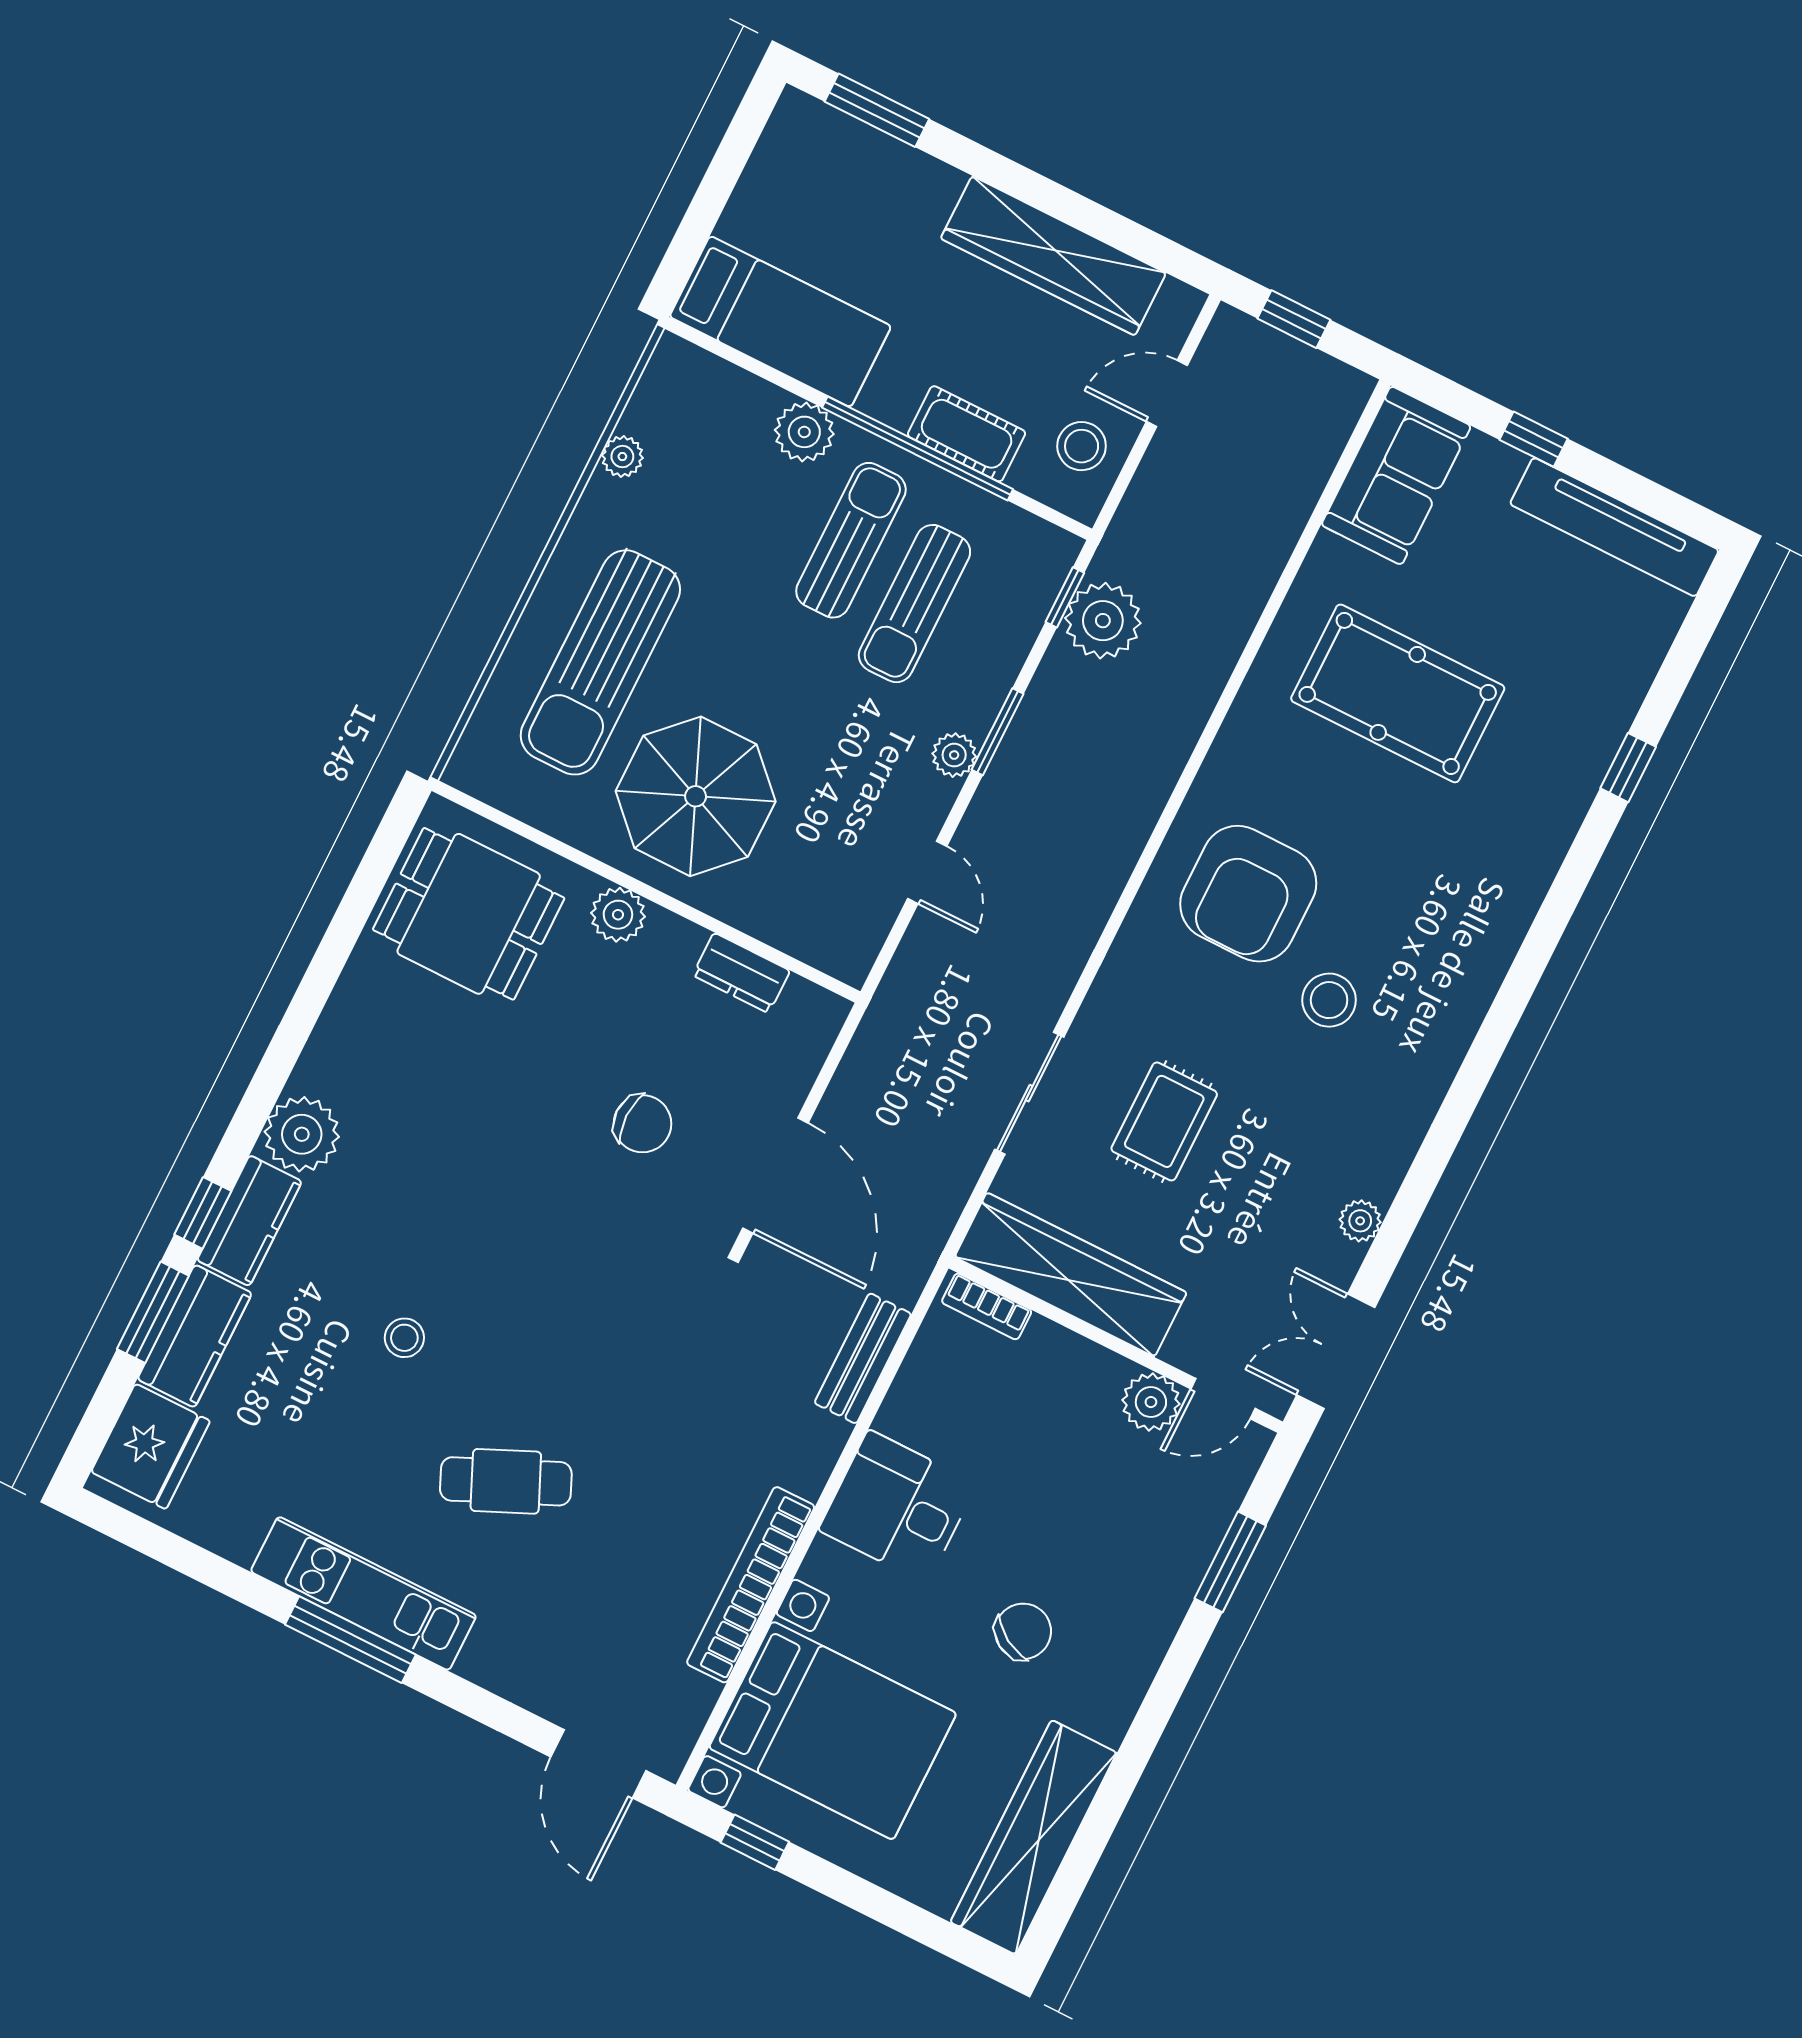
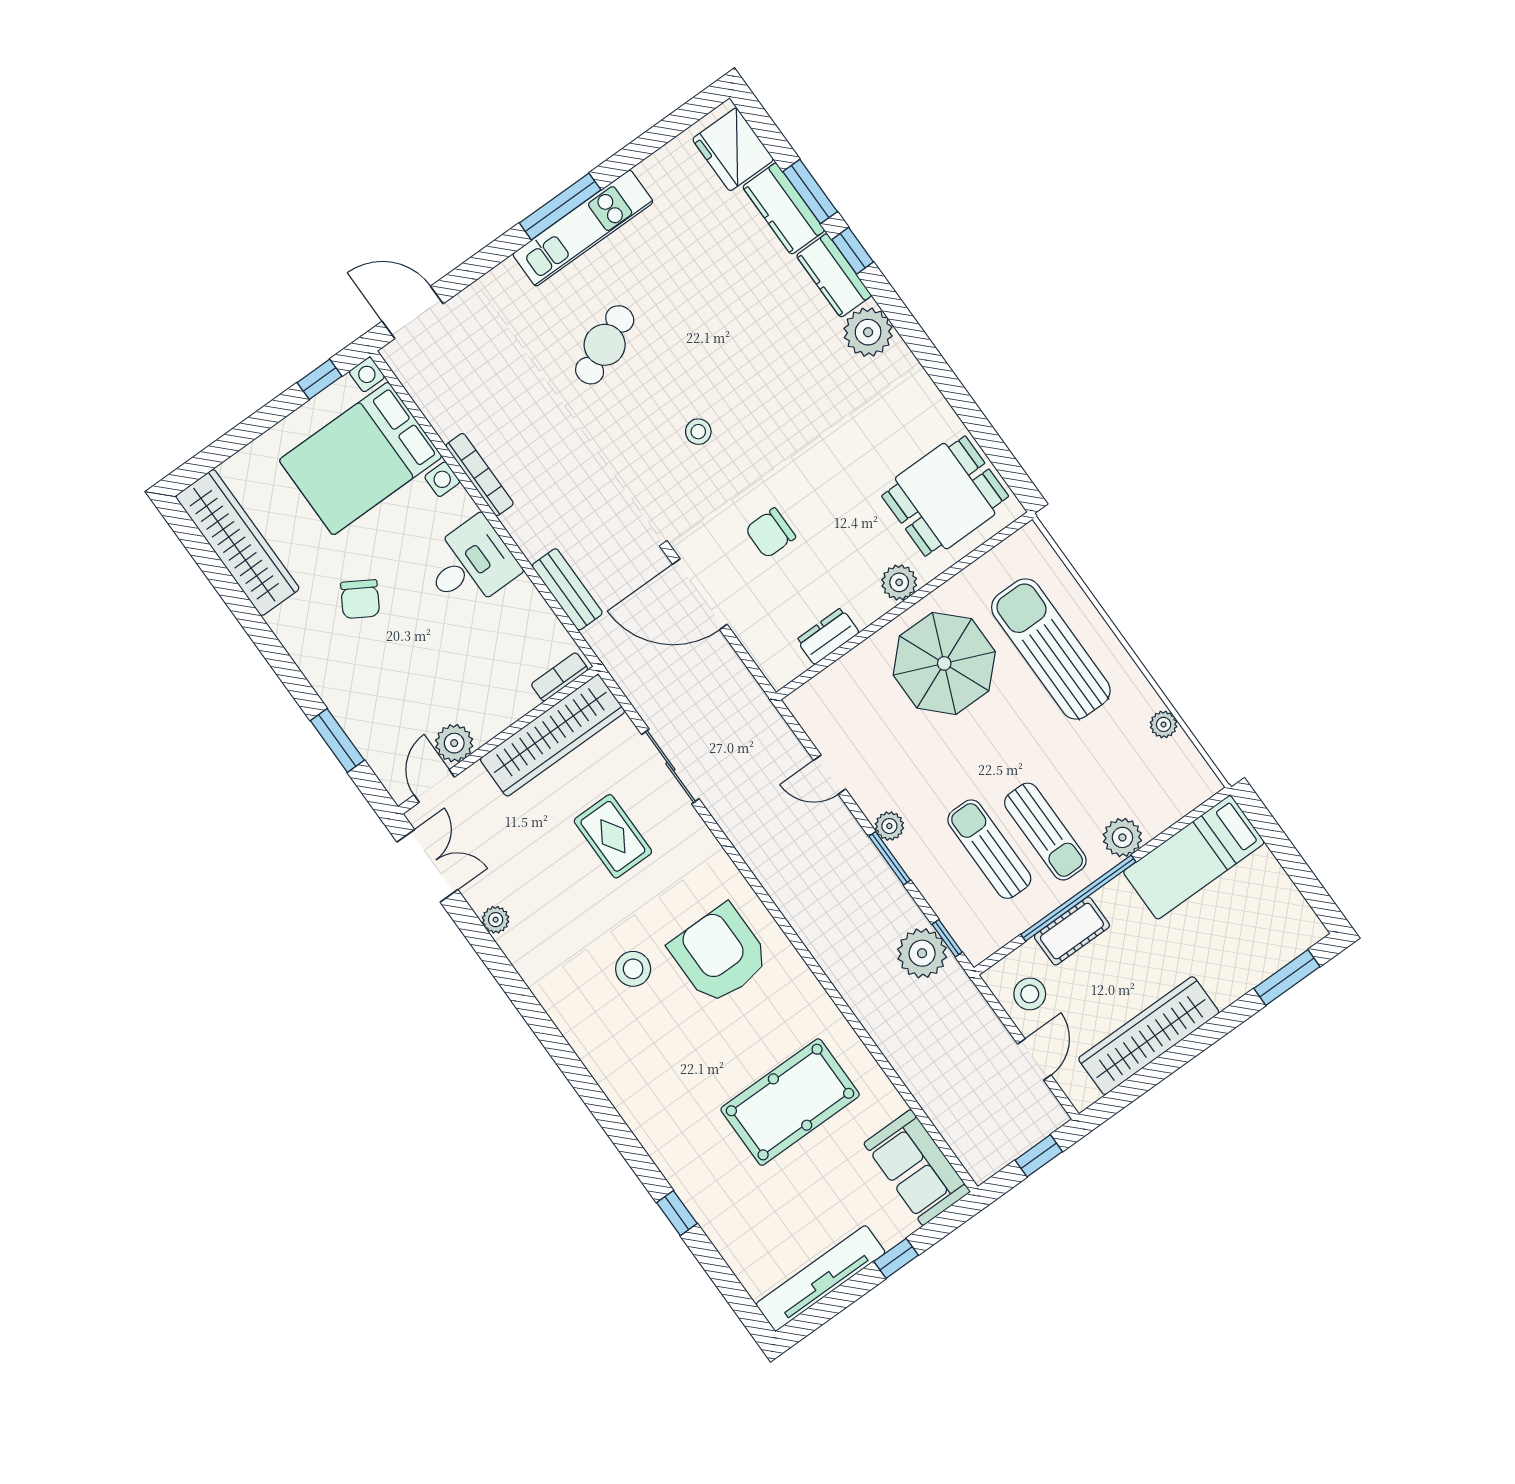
stool: (404, 1338) -> (698, 432), moved
bookcase: (751, 1585) -> (480, 475), width x0.68, depth x0.76

